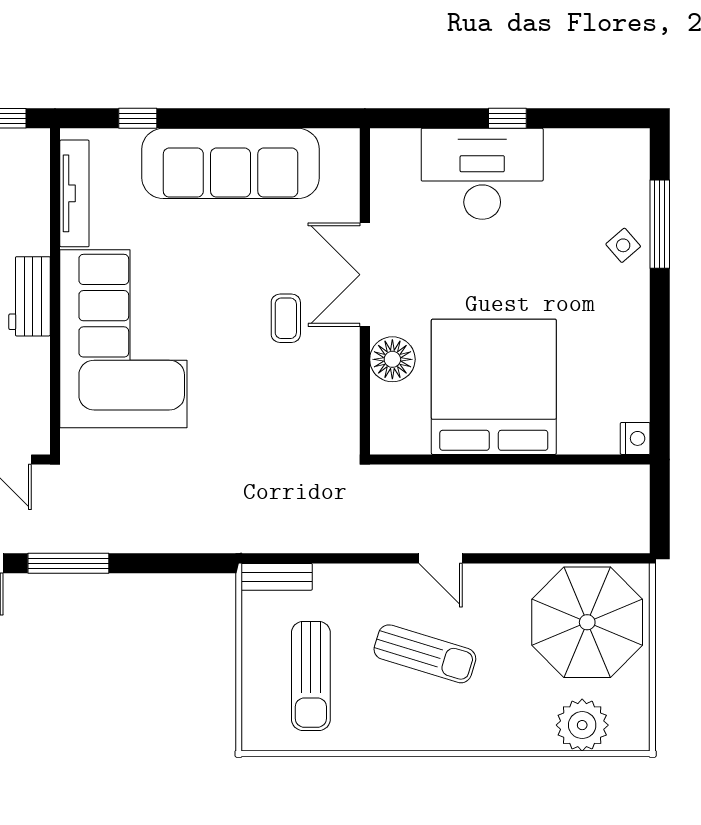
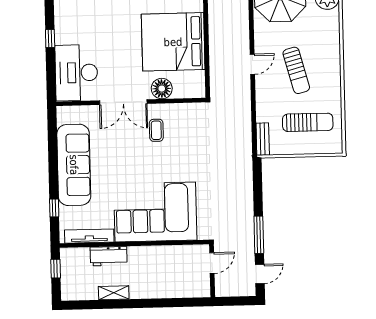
desk: (482, 174) -> (76, 73), moved
workbench: (30, 296) -> (109, 256), moved
coffee table: (286, 318) -> (156, 130), moved, turned 90
sun lounger: (425, 654) -> (296, 70), turned 148

